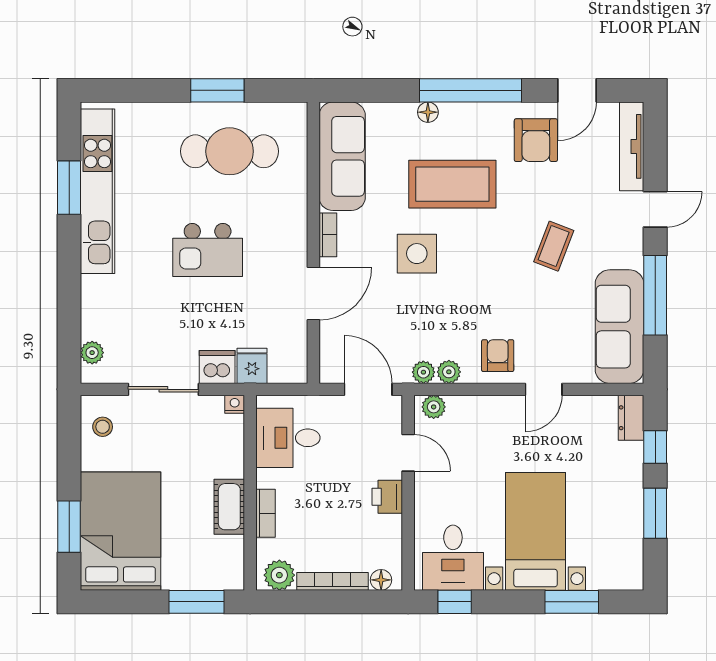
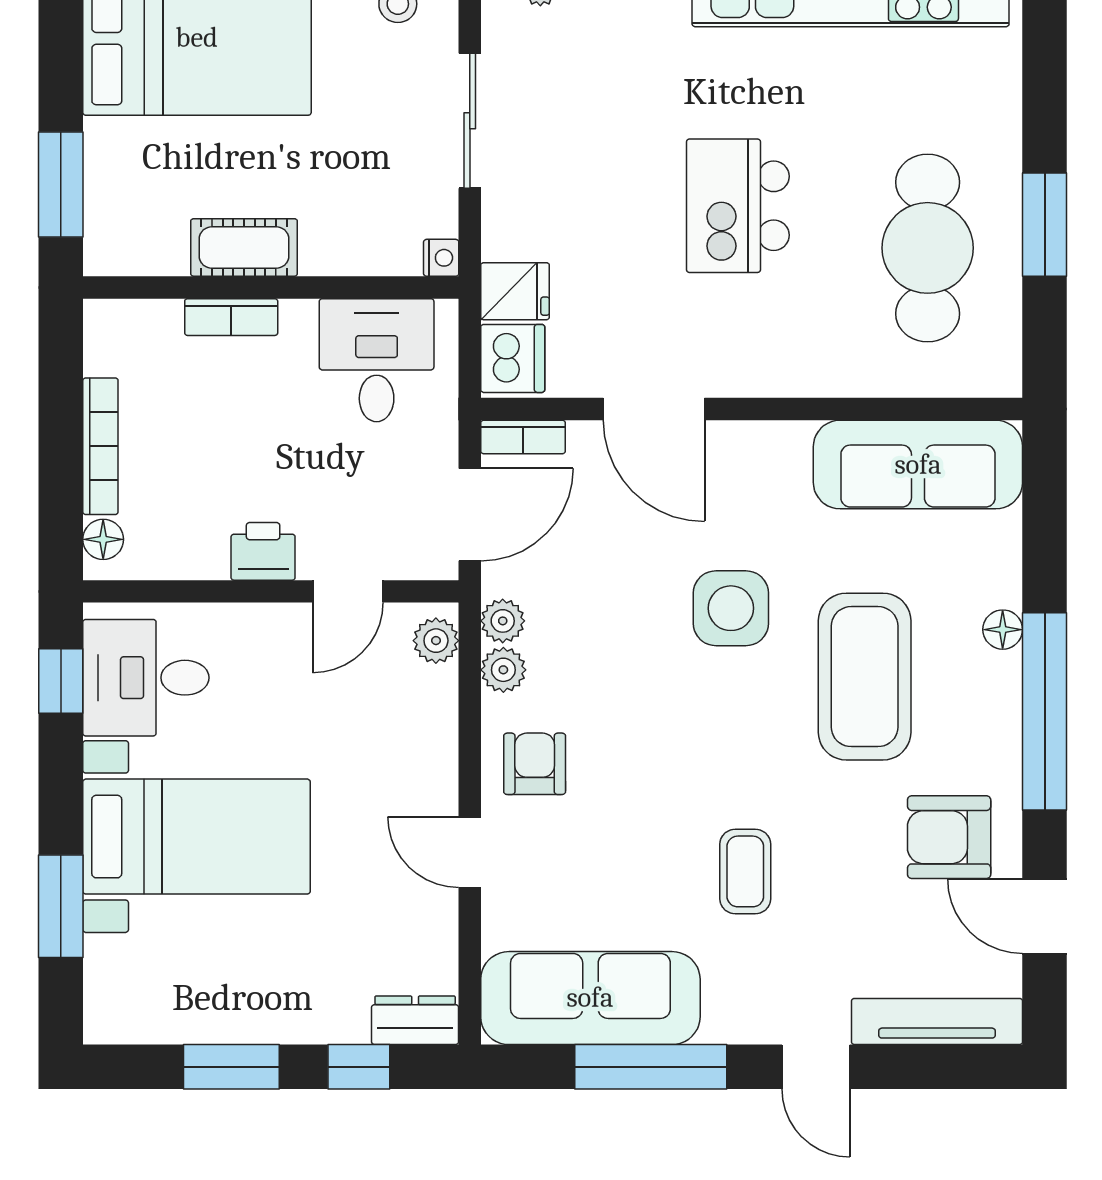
bookcase: (328, 235) -> (523, 437), moved
coffee table: (554, 246) -> (745, 871), turned 69
armchair: (498, 356) -> (535, 764), turned -90
dishwasher: (217, 367) -> (513, 358), moved
plant: (279, 575) -> (112, 344), removed

